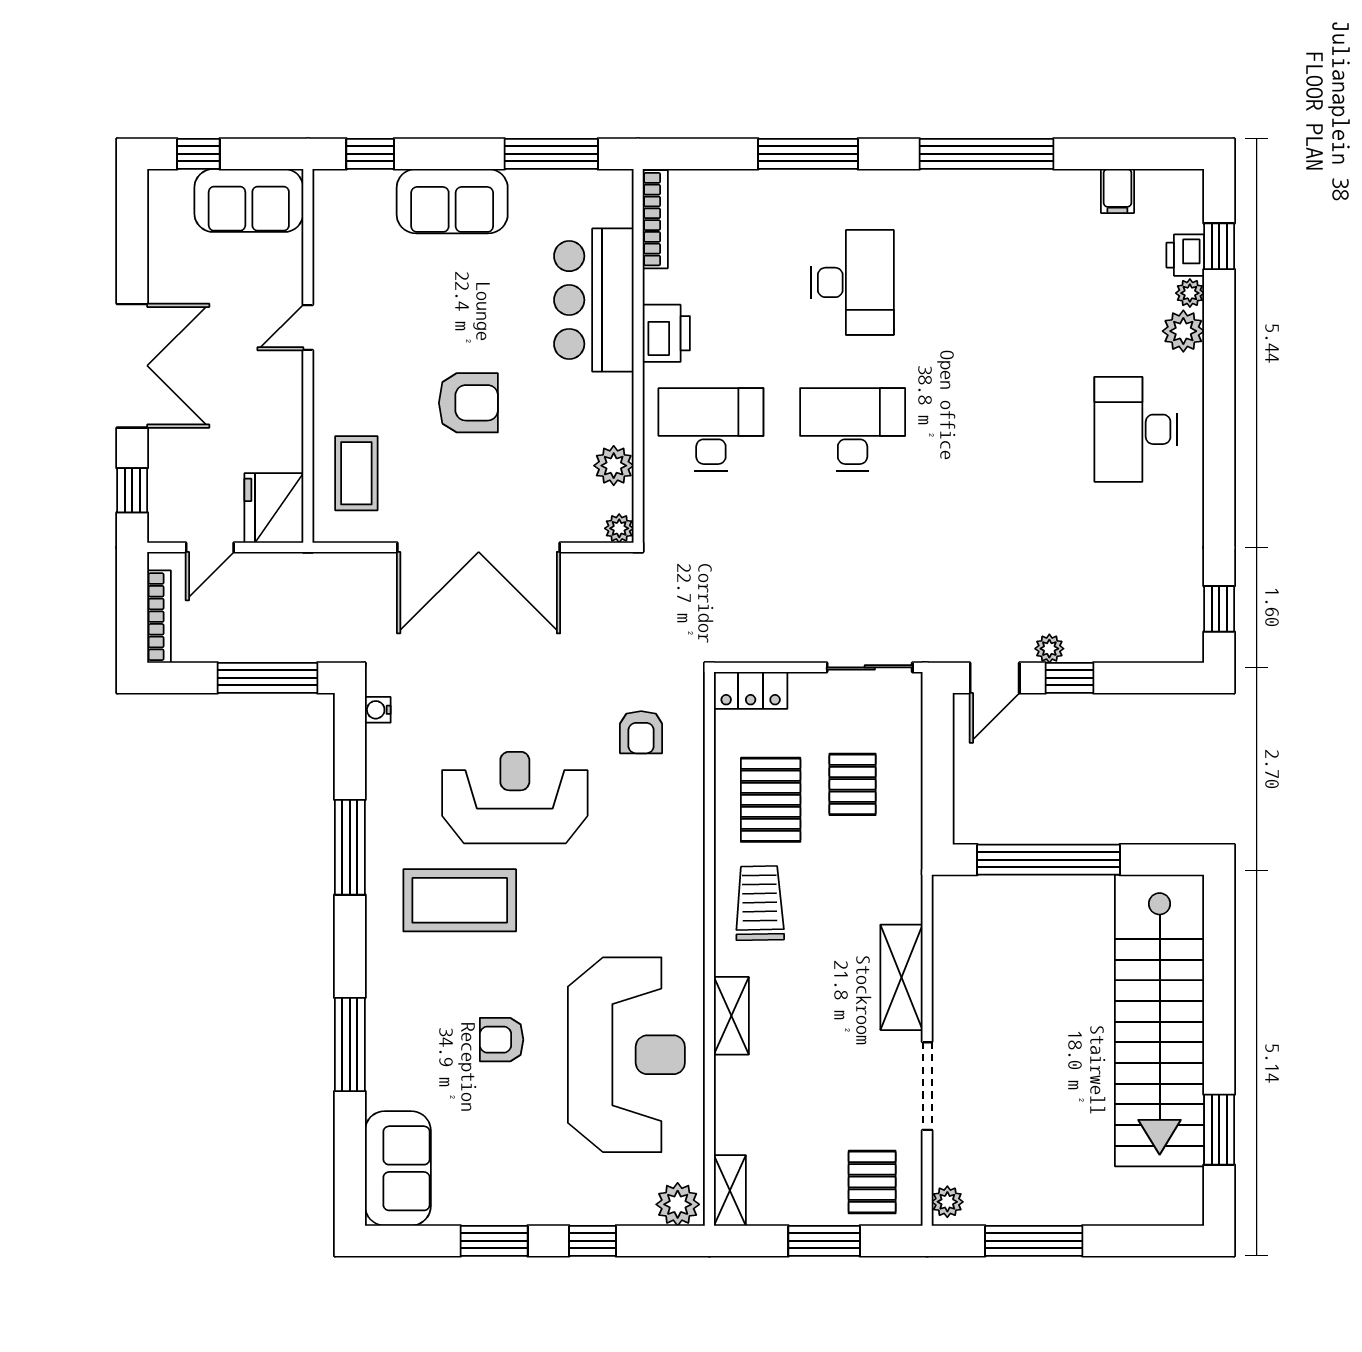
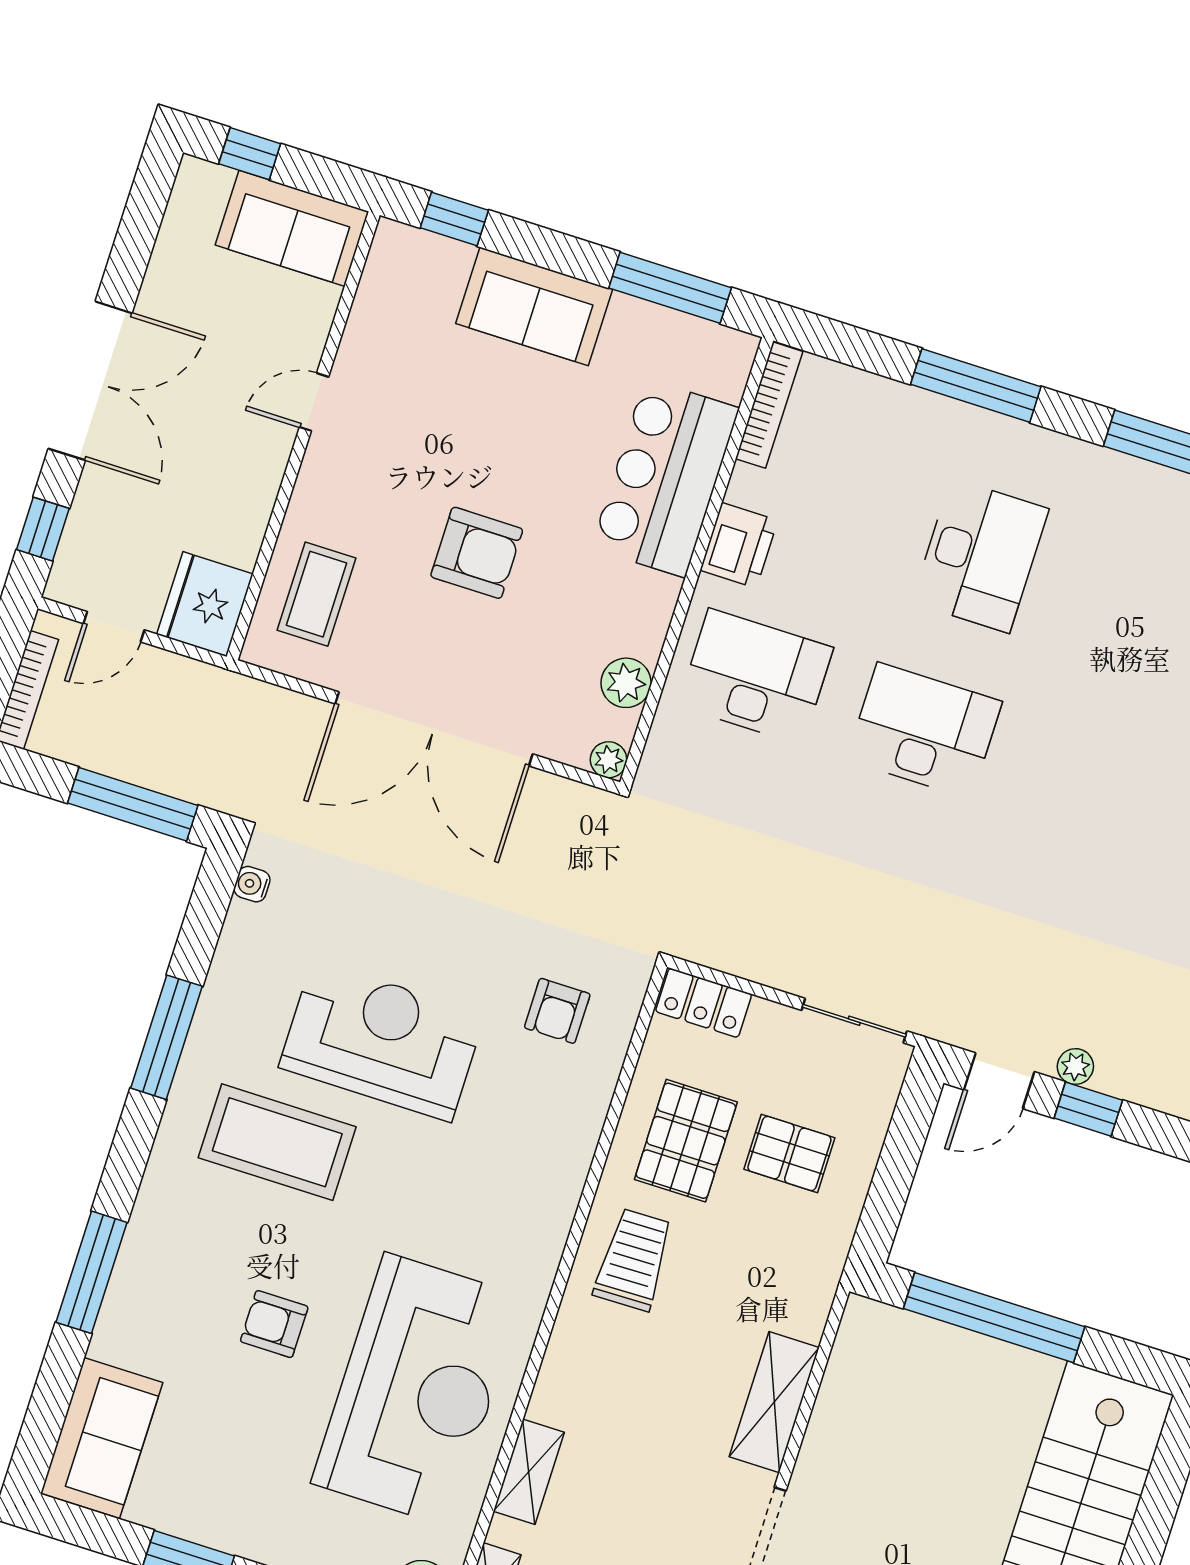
pallet: (853, 784) -> (789, 1153), turned 90
shelving: (731, 1016) -> (529, 1472), moved

